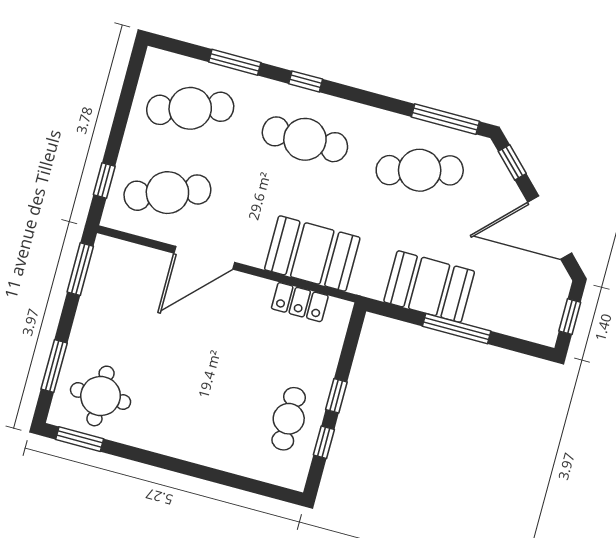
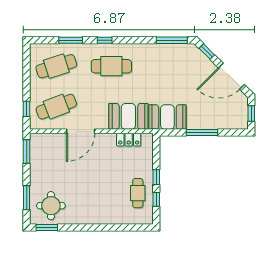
cafe table: (420, 170) -> (166, 66), removed
booth: (429, 287) -> (167, 117), moved

